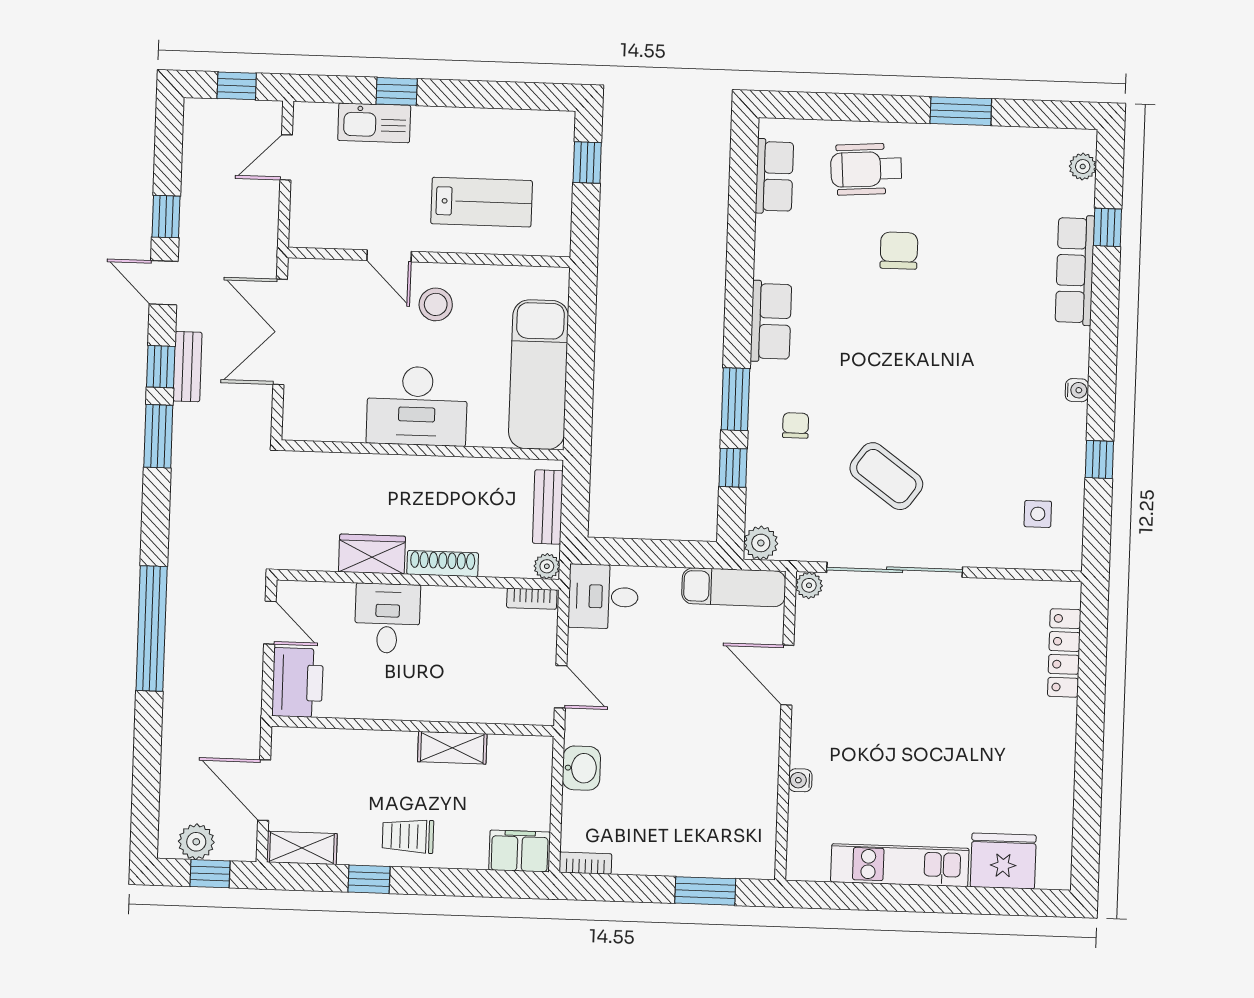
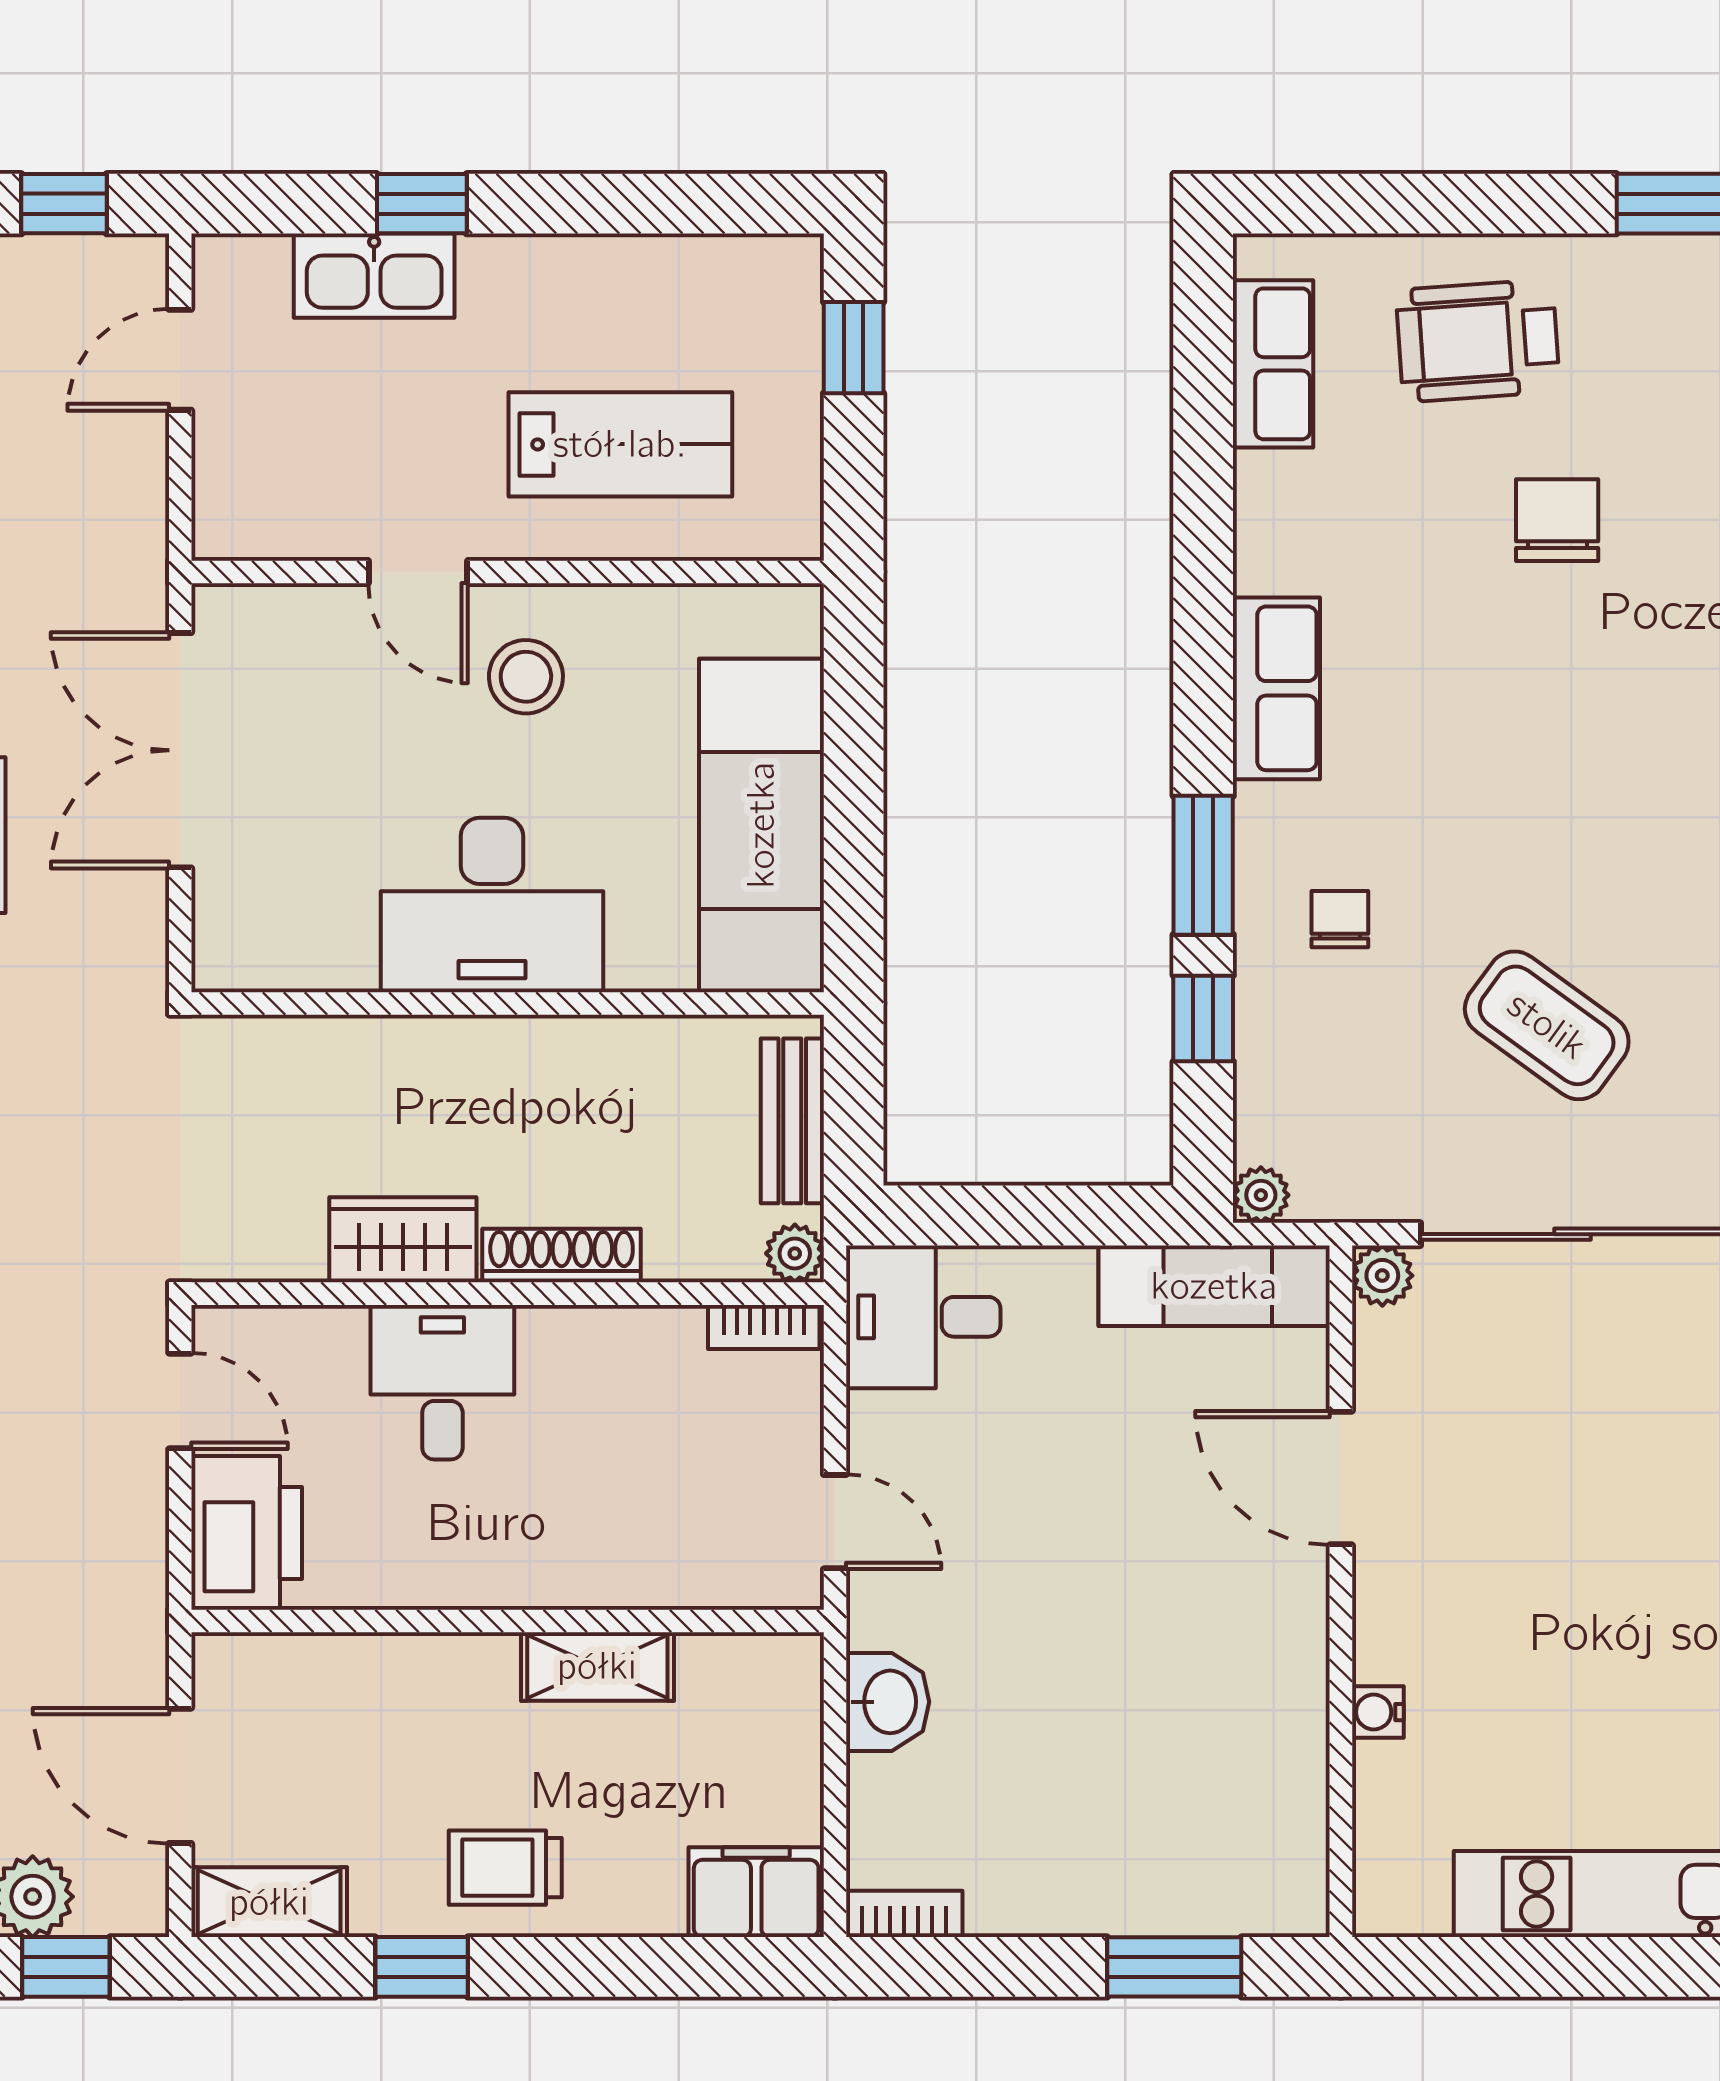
plant: (761, 543) -> (1261, 1195), width x0.73, depth x0.73

